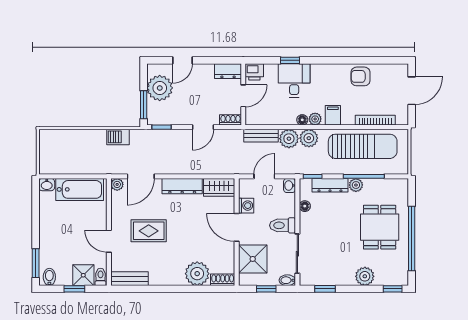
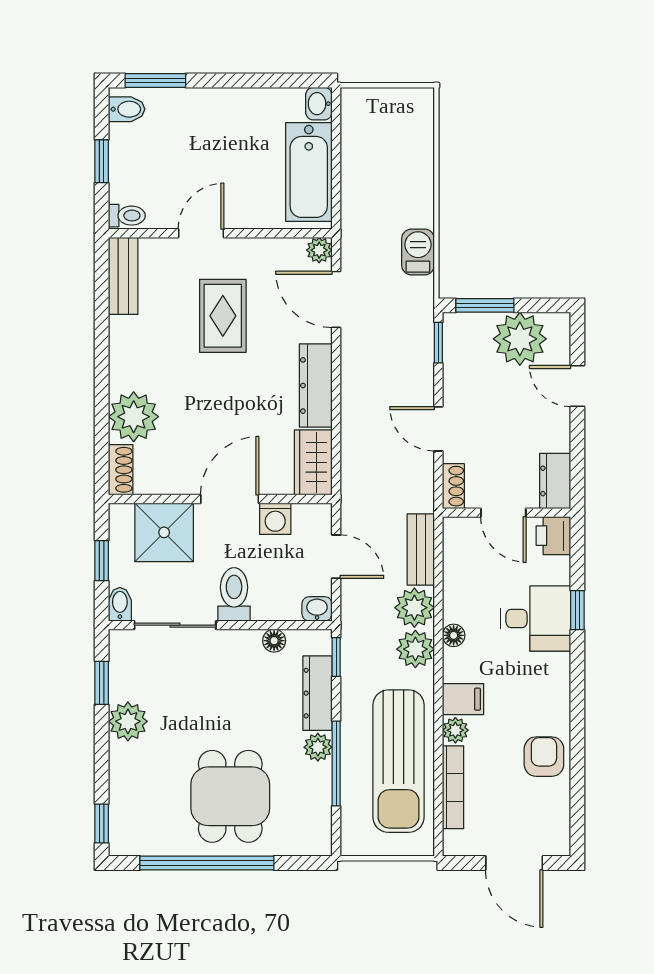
plant: (315, 119) -> (455, 730), moved
dining table: (380, 227) -> (230, 796), turned 90
shower: (83, 275) -> (130, 180), removed
plant: (365, 276) -> (128, 721), moved

